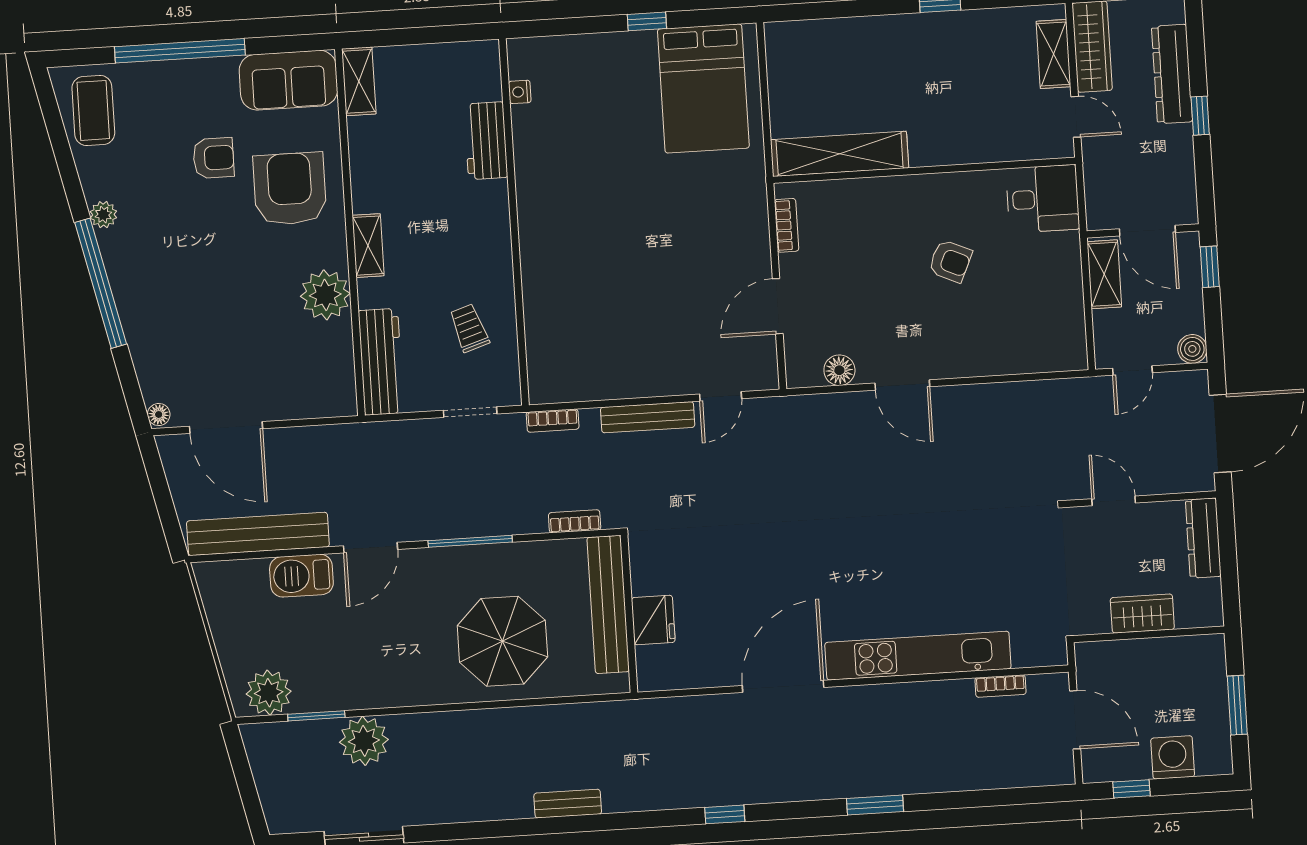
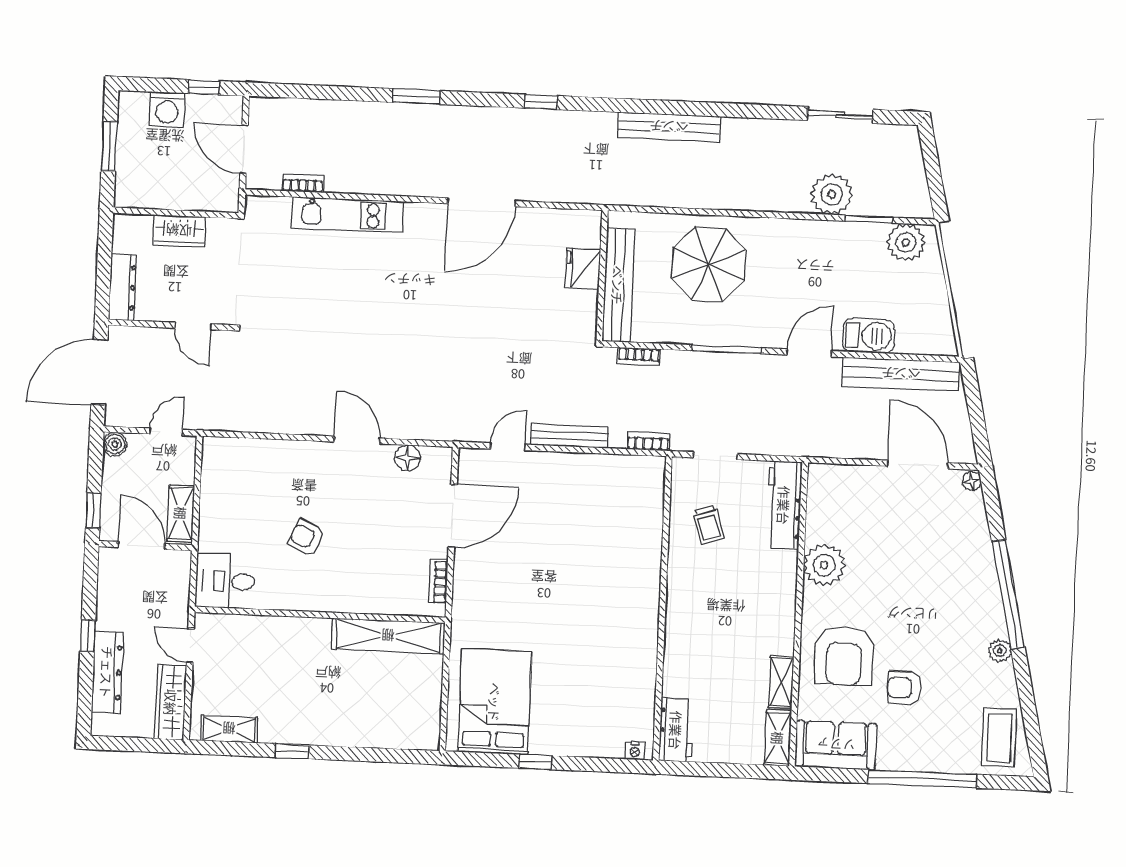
shelving: (1053, 54) -> (229, 729), moved, turned 90
nightstand: (520, 92) -> (635, 751), moved, turned 90
workbench: (486, 141) -> (676, 730), moved
shelving: (368, 246) -> (781, 682), moved
door: (778, 306) -> (453, 516), width x1.36
kitchen unit: (918, 656) -> (348, 215), width x0.73
bench: (568, 804) -> (669, 127), width x1.86, depth x1.21

